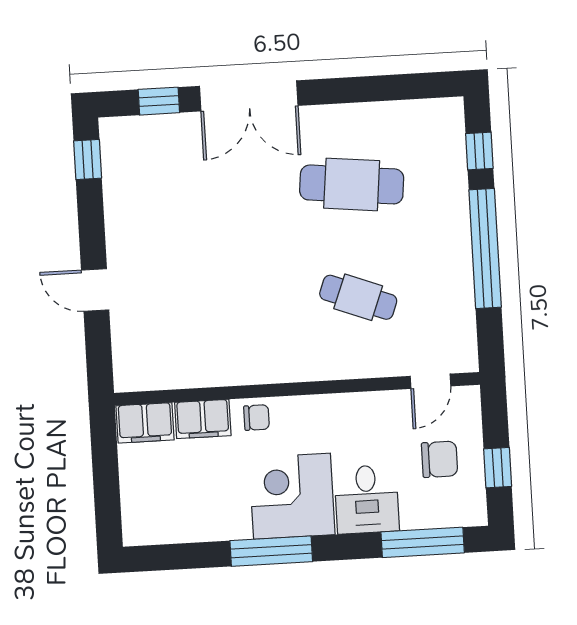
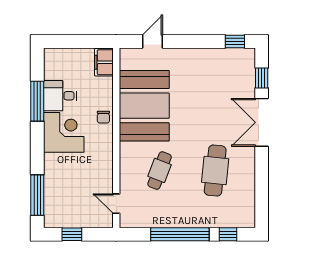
door: (95, 290) -> (152, 41), moved
booth: (229, 336) -> (144, 106), added
filing cabinet: (203, 419) -> (104, 91), removed
chair: (440, 459) -> (78, 206), removed
desk: (367, 499) -> (60, 96), moved
window: (271, 551) -> (37, 101), moved

